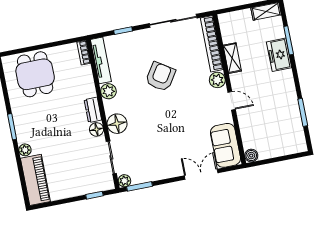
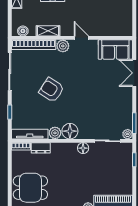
door: (232, 101) -> (81, 38), hinge flipped
dresser: (93, 110) -> (41, 148), moved
floor lamp: (117, 124) -> (70, 131), moved
boiler: (251, 156) -> (23, 31), moved

